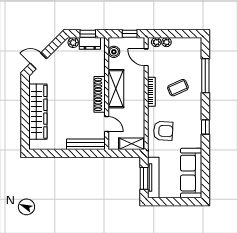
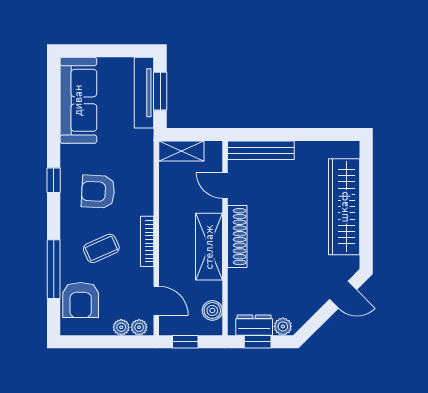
armchair: (190, 58) -> (81, 300), added
armchair: (163, 131) -> (98, 192), moved

